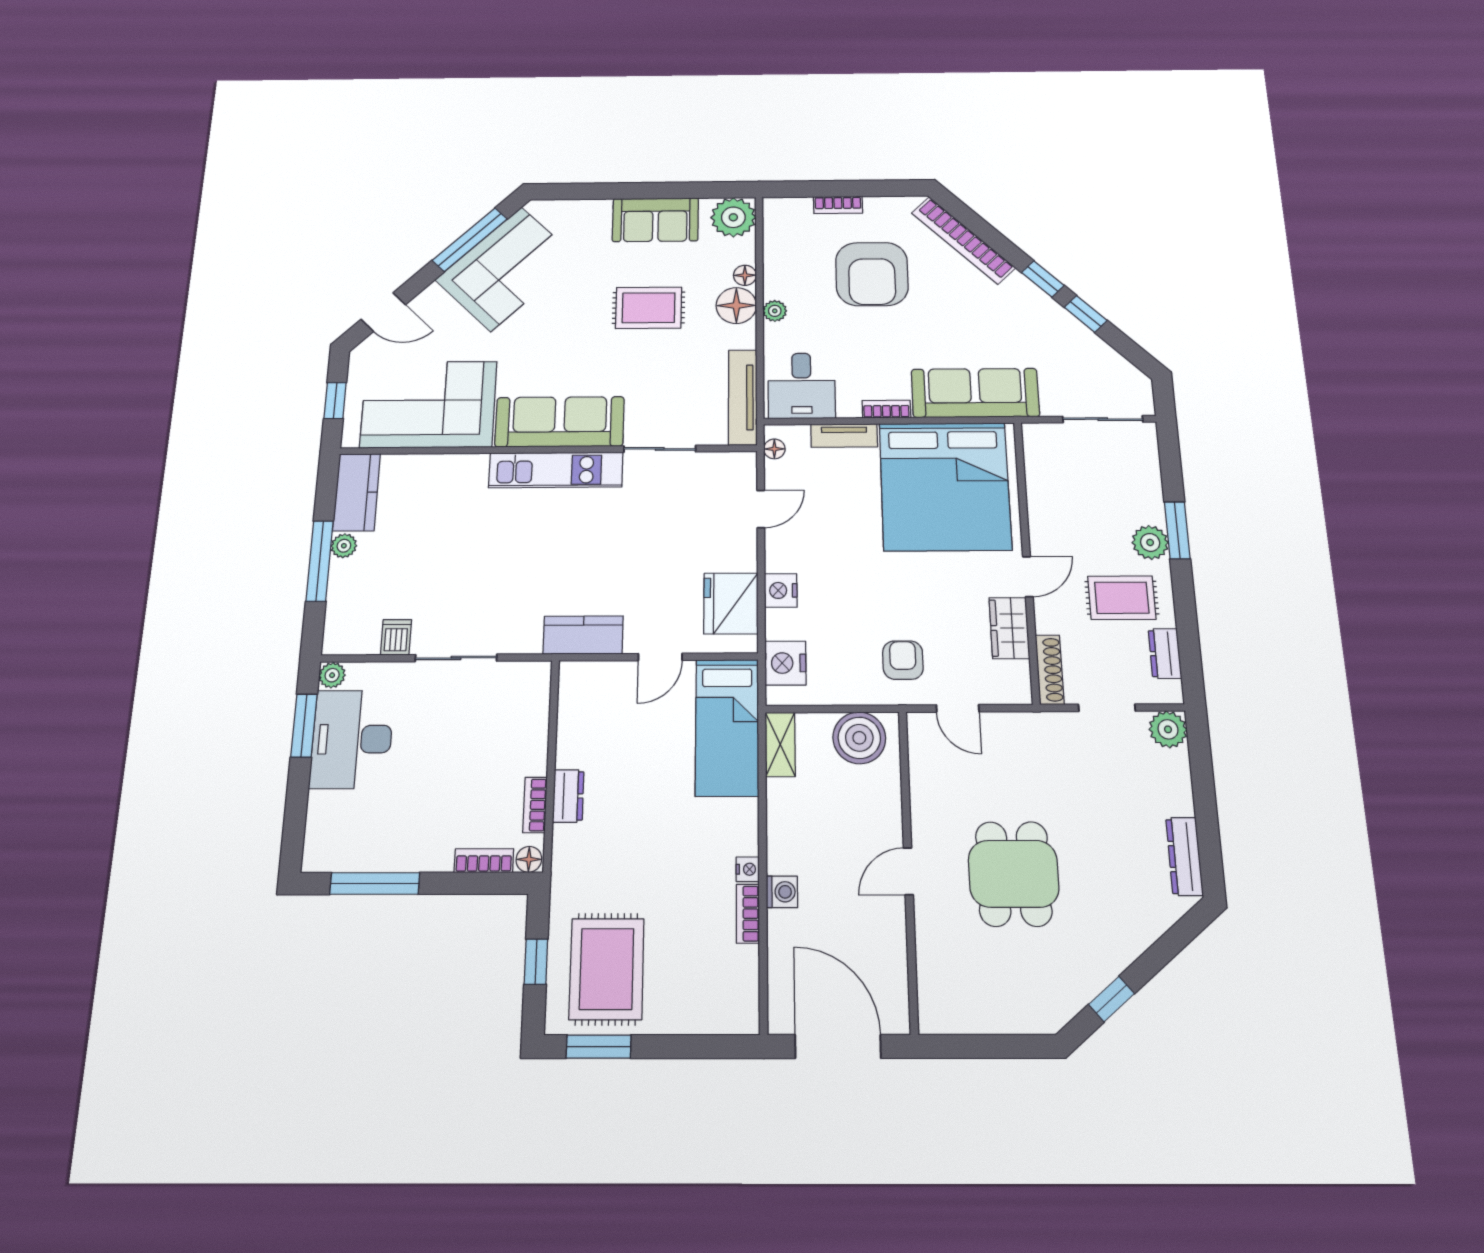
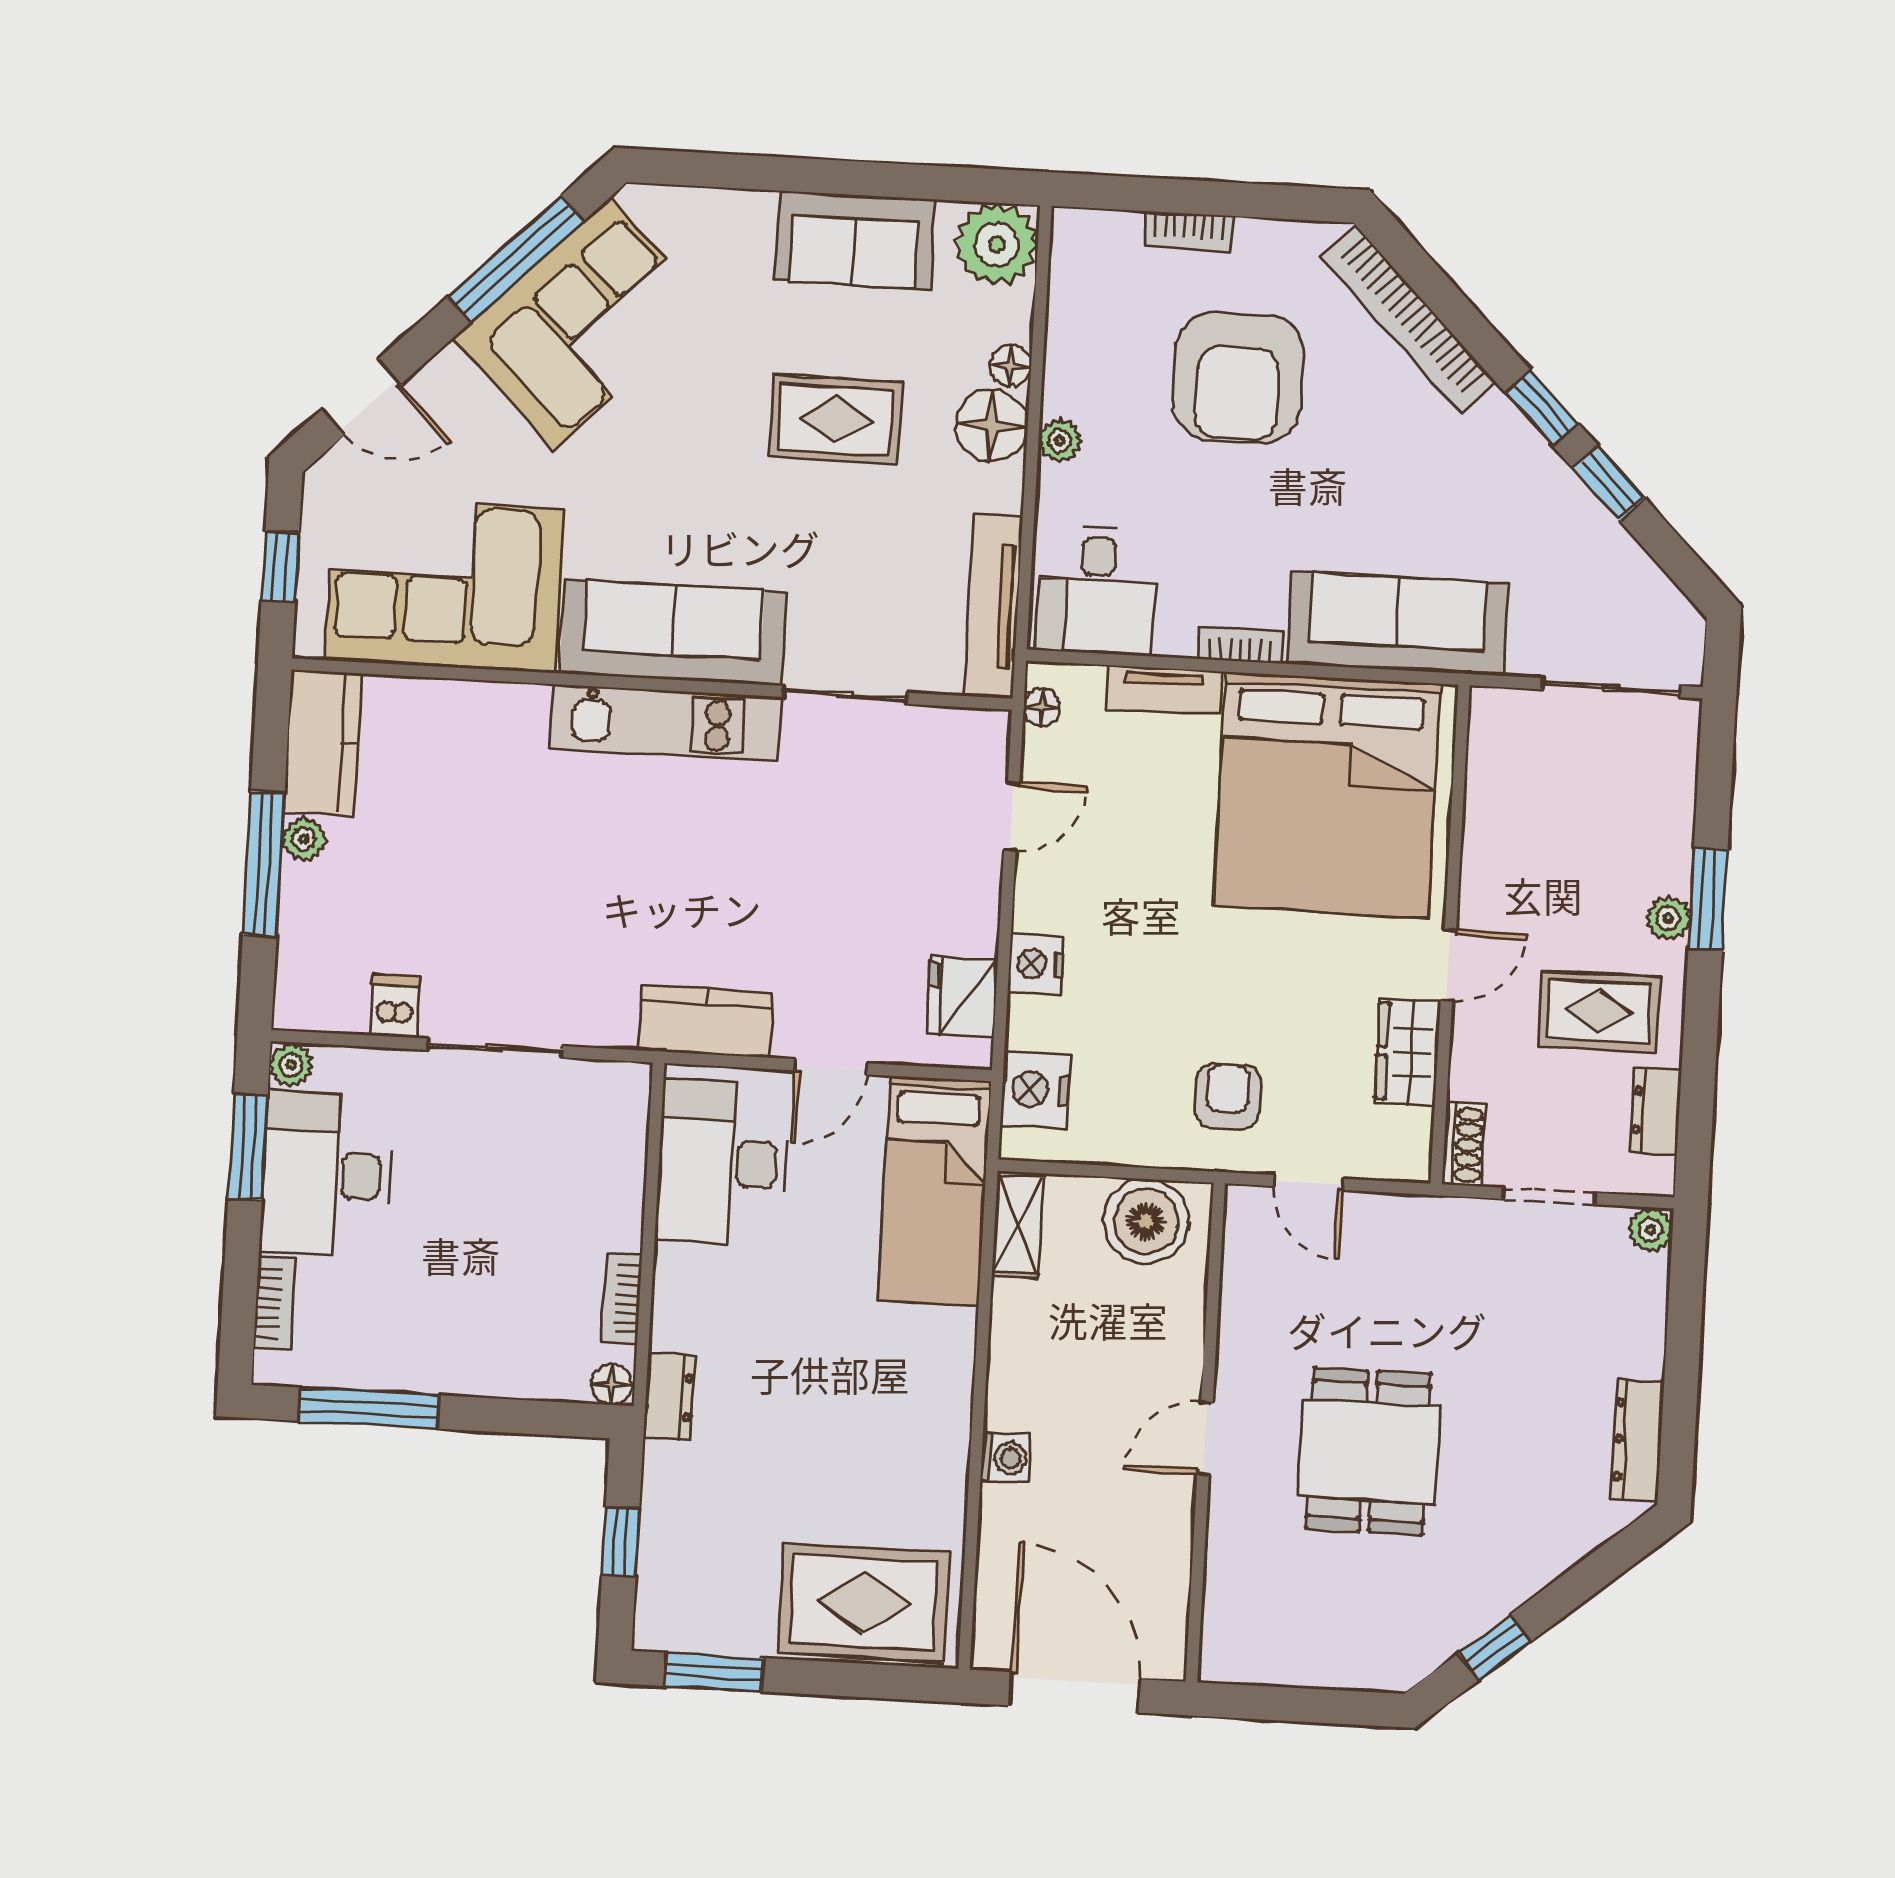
plant: (1150, 542) -> (1668, 918), width x0.73, depth x0.73
fridge: (731, 603) -> (962, 996), width x0.73, depth x0.75
shoe rack: (1050, 670) -> (1464, 1145), width x0.70
desk: (596, 718) -> (722, 1163), added
plant: (1168, 729) -> (1651, 1229), width x0.73, depth x0.73
dresser: (568, 796) -> (669, 1397), moved
bookcase: (484, 861) -> (274, 1303), moved, turned 90
nightstand: (748, 869) -> (954, 1420), removed
bookcase: (748, 914) -> (951, 1488), removed
rug: (607, 969) -> (864, 1602), moved, turned 90

